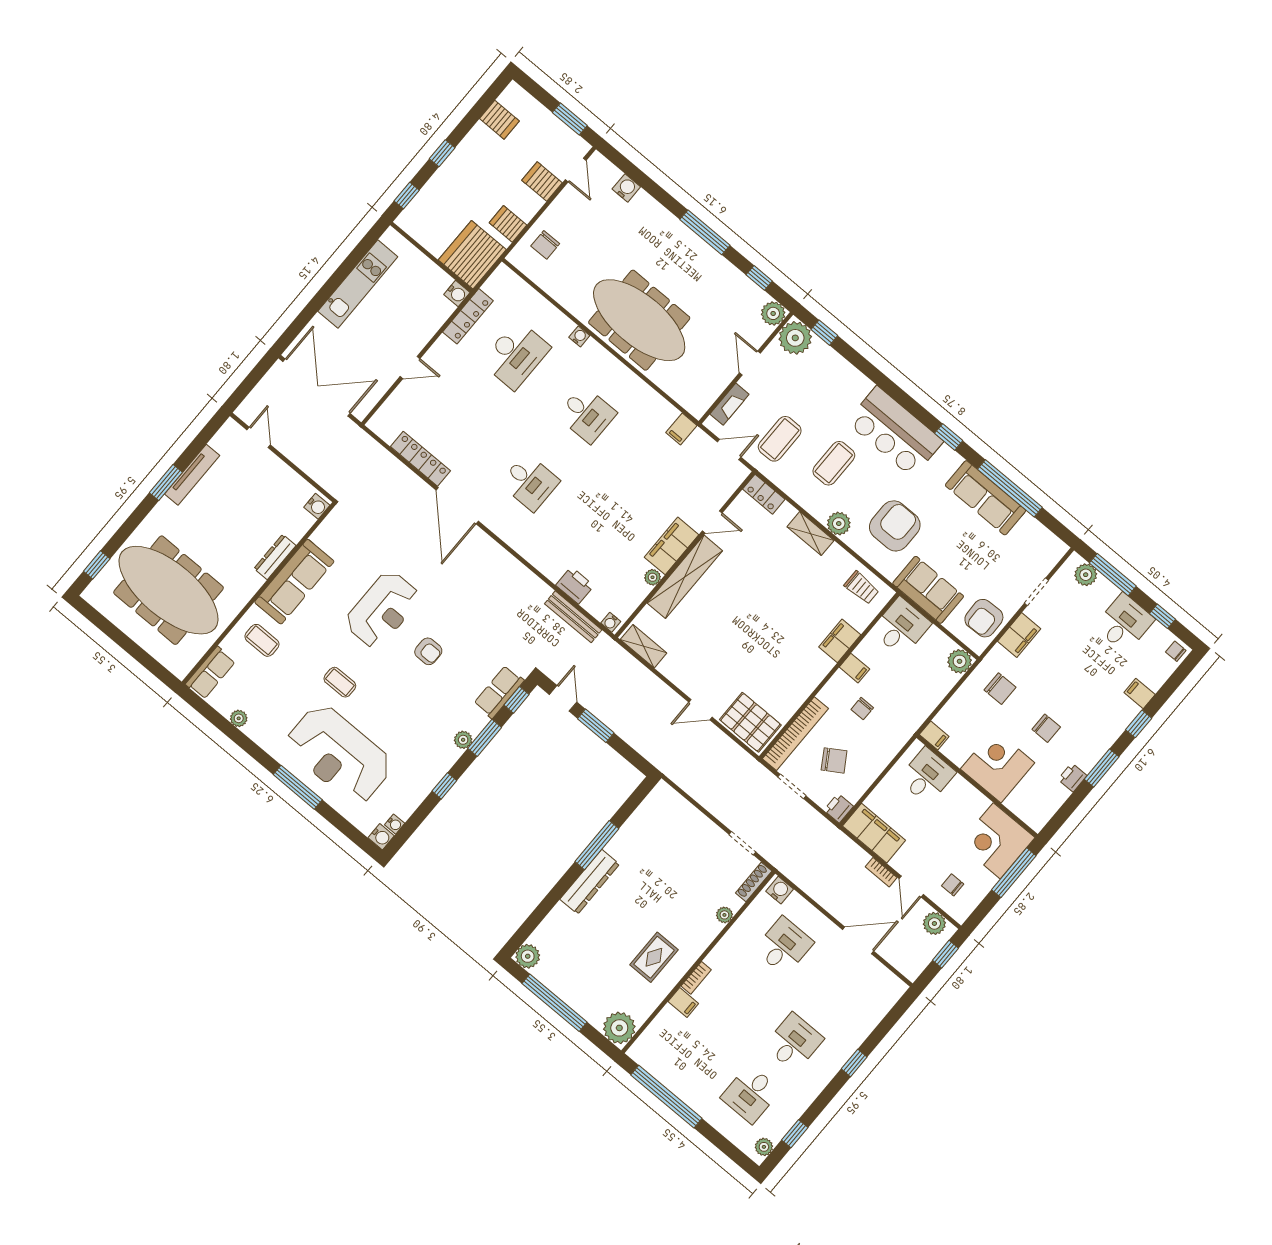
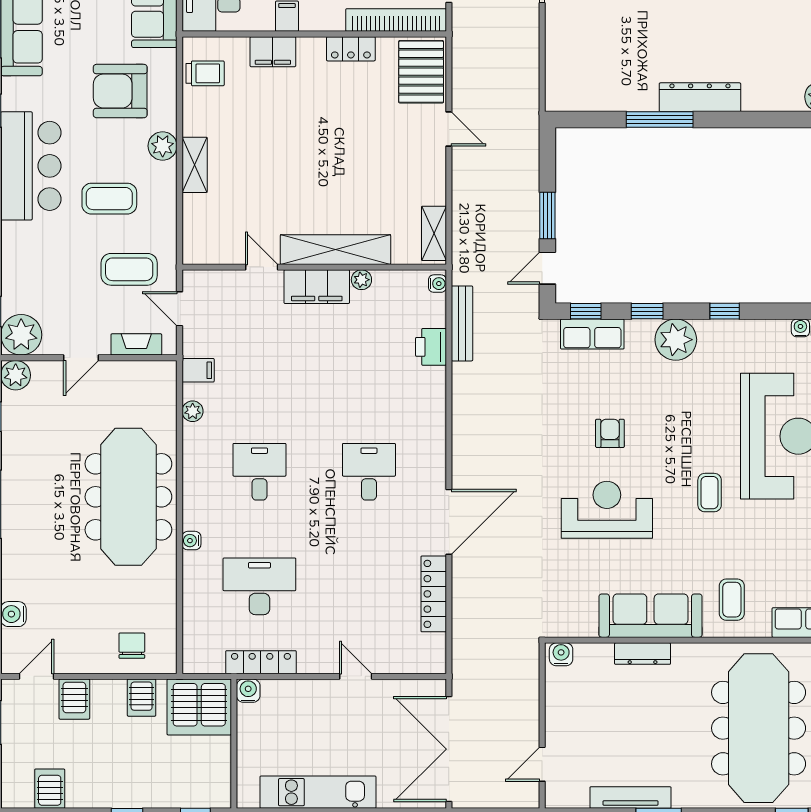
chair: (545, 245) -> (132, 646), turned -90
plant: (659, 404) -> (193, 411), added
locker: (764, 494) -> (351, 49), moved, turned 90
trolley: (862, 588) -> (205, 73), turned 90
window: (485, 738) -> (647, 311), width x0.67
plant: (463, 740) -> (676, 340), width x1.88, depth x1.88

